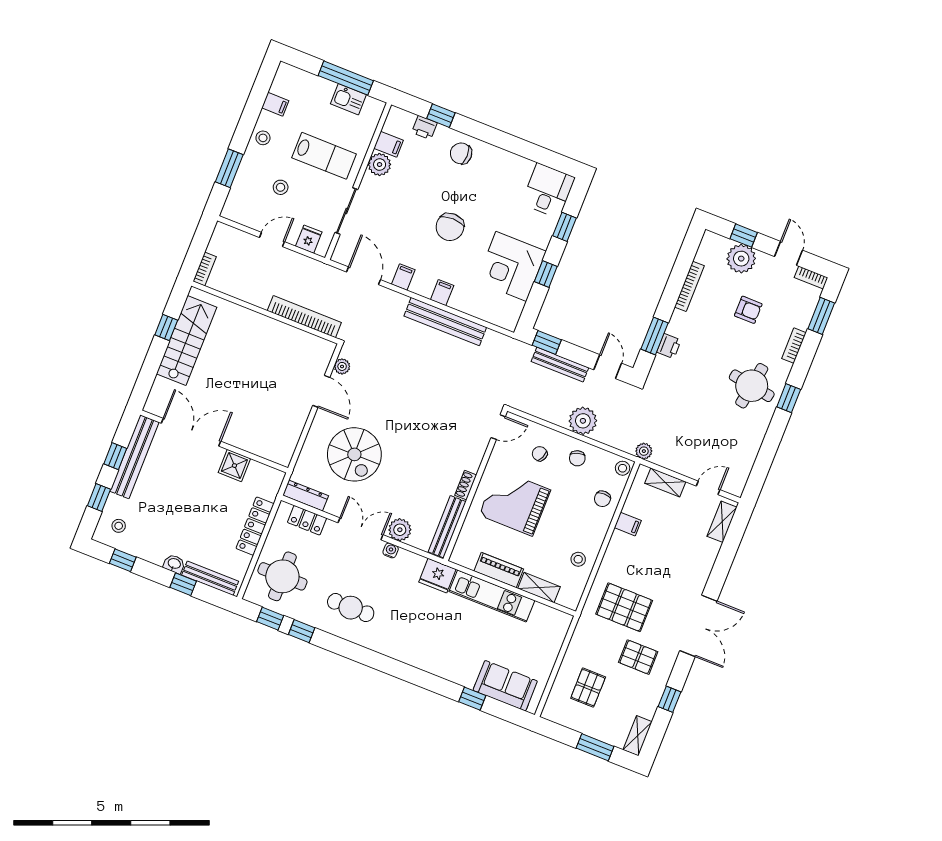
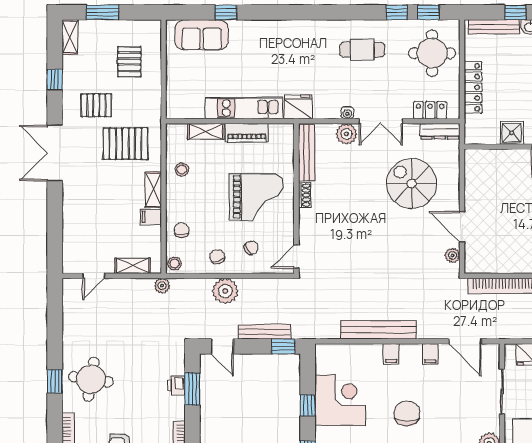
chair: (540, 454) -> (251, 248), turned -54
shelving: (722, 522) -> (153, 190), moved

